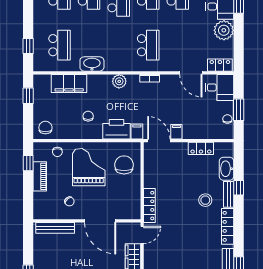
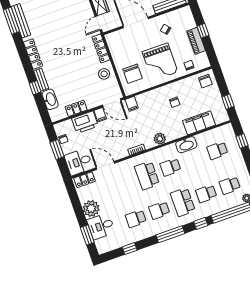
school desk: (60, 45) -> (217, 150), width x0.54
school desk: (119, 45) -> (170, 167), added
printer: (116, 129) -> (85, 122), moved
window: (28, 163) -> (203, 31), moved
stool: (205, 200) -> (104, 74), moved

